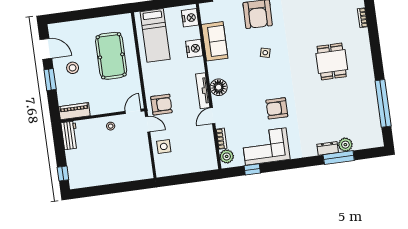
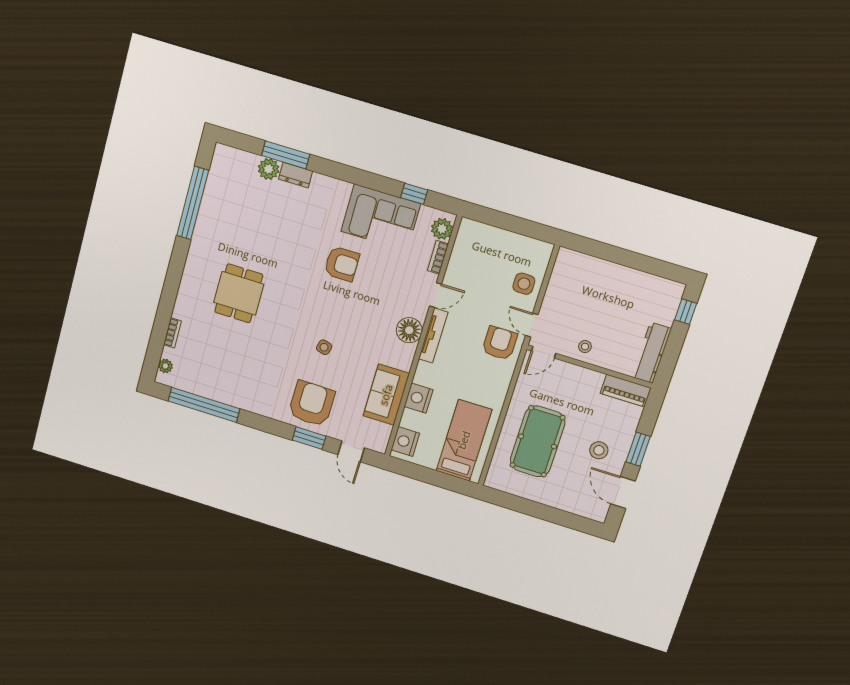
armchair: (161, 105) -> (500, 343), turned 90
workbench: (70, 135) -> (652, 353), width x1.37

